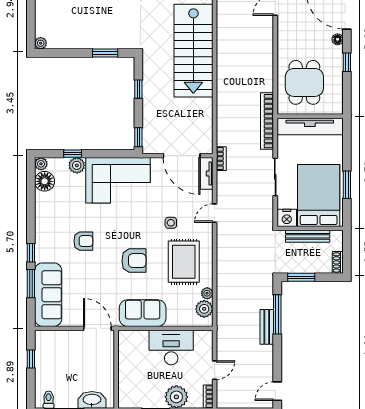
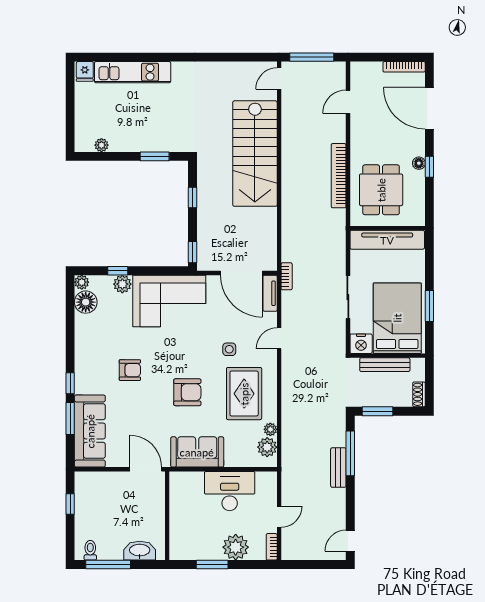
floor lamp: (338, 39) -> (419, 163), moved
plant: (41, 43) -> (101, 145), moved
bookcase: (267, 121) -> (339, 176), moved

